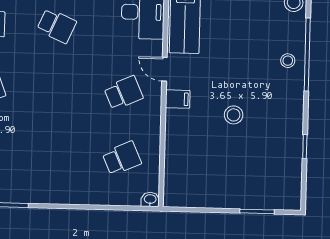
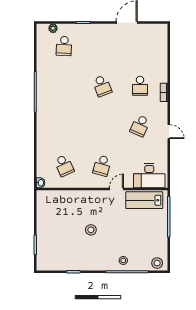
school desk: (123, 93) -> (102, 166), turned 39
filing cabinet: (178, 99) -> (99, 197), removed

